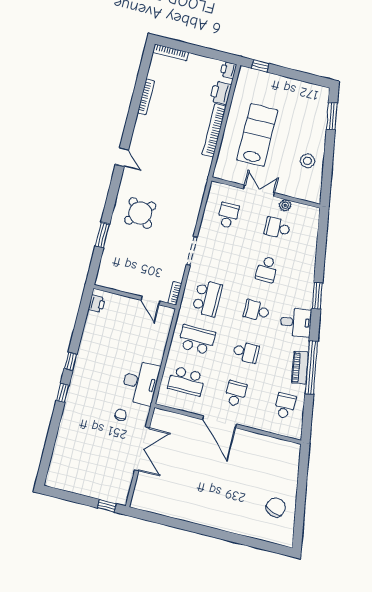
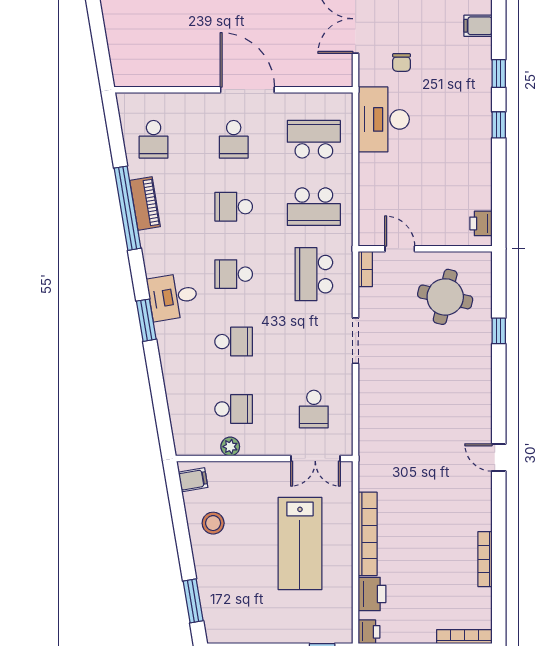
double door: (259, 191) -> (315, 459), moved
filing cabinet: (313, 191) -> (193, 480), added
round table: (140, 213) -> (445, 297), moved, turned -31
window: (102, 235) -> (499, 331), width x0.67
school desk: (267, 269) -> (234, 342), turned 90
school desk: (256, 311) -> (234, 274), turned 180
desk: (296, 322) -> (173, 297), moved
filing cabinet: (68, 425) -> (478, 26), added

